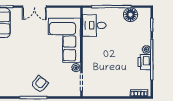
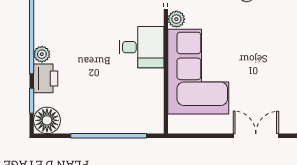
floor lamp: (130, 15) -> (47, 120), moved
desk: (94, 25) -> (141, 47), moved
printer: (144, 62) -> (46, 78), moved

